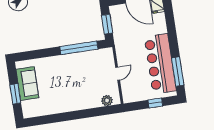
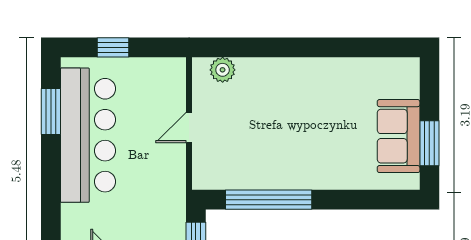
window: (178, 72) -> (51, 112), width x0.69
window: (15, 94) -> (429, 143), moved

